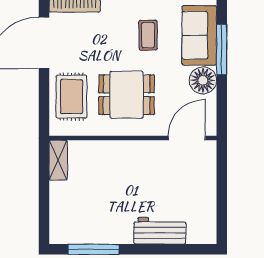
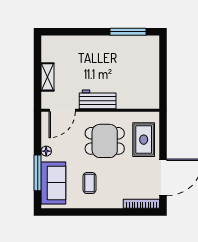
floor lamp: (203, 80) -> (46, 151), width x0.53, depth x0.53
shelving: (58, 160) -> (47, 77), moved
workbench: (160, 231) -> (98, 99), moved, turned 180

